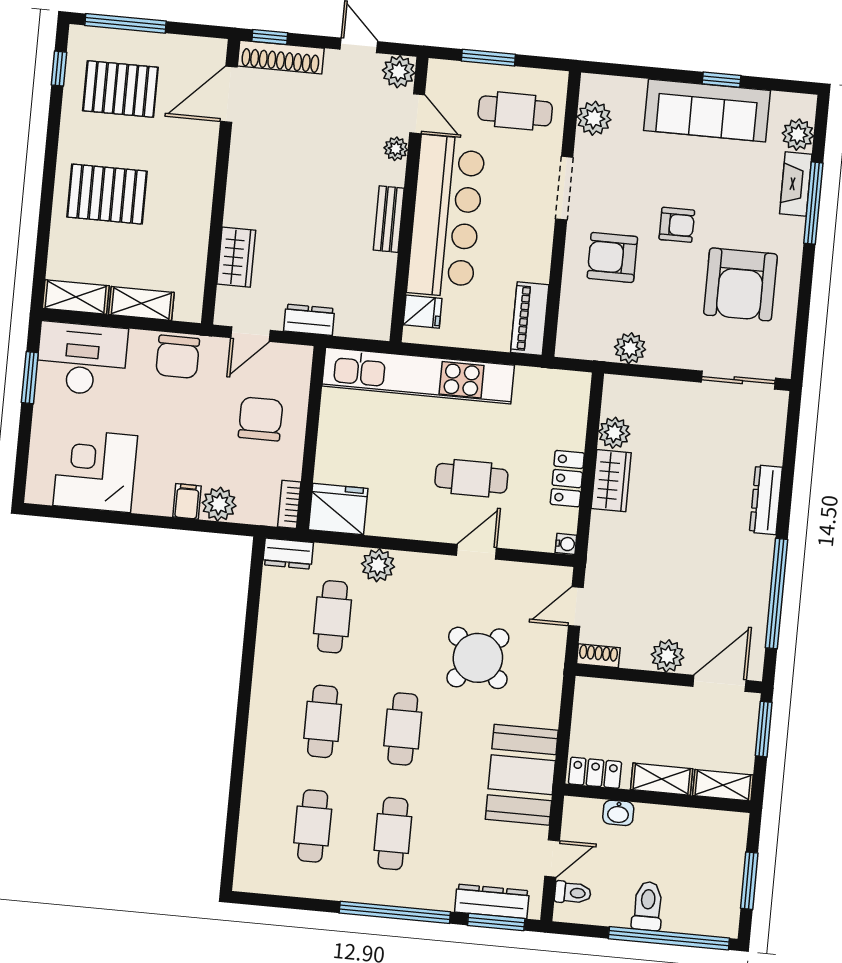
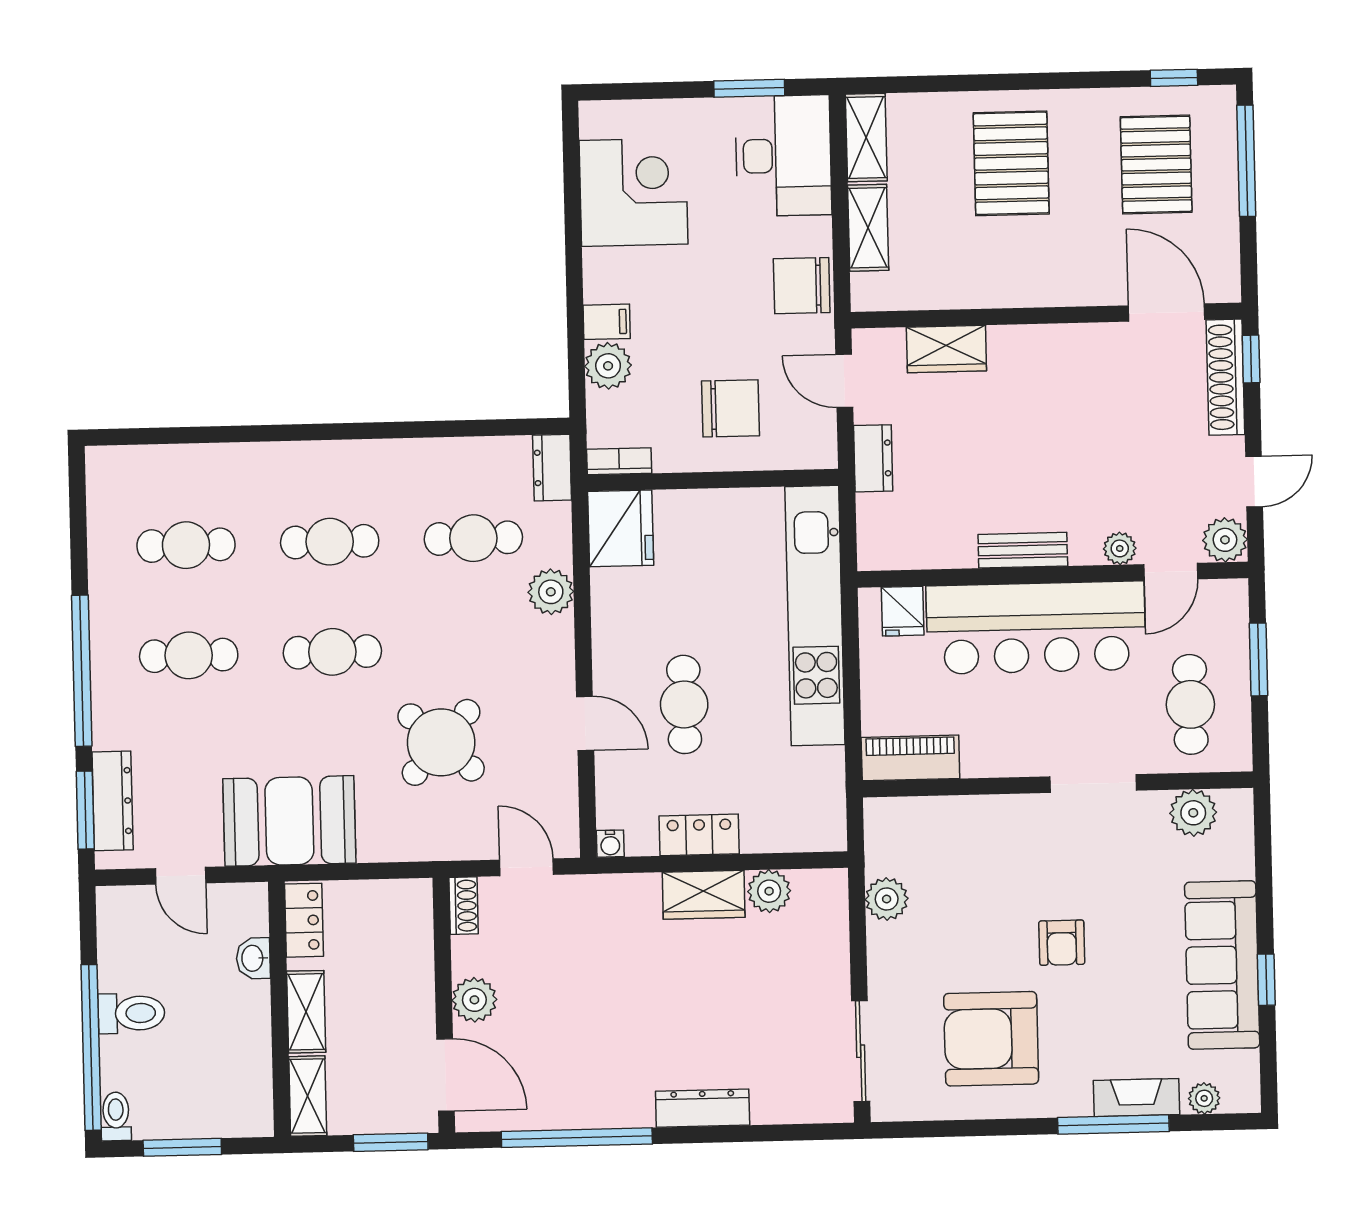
plant: (798, 135) -> (1204, 1098), width x0.73, depth x0.73
armchair: (612, 257) -> (1007, 860), removed
toilet: (573, 893) -> (116, 1116), moved, turned 180

